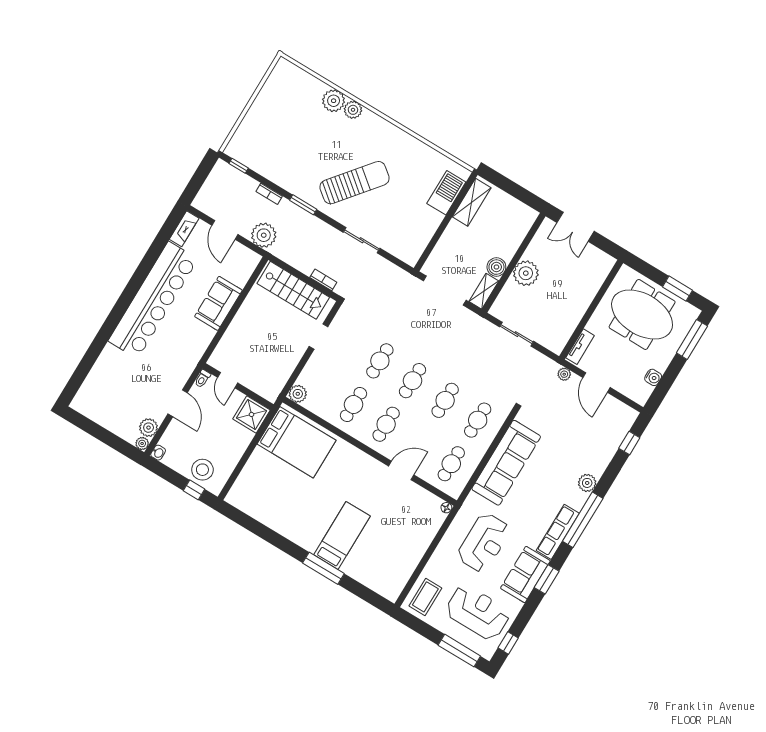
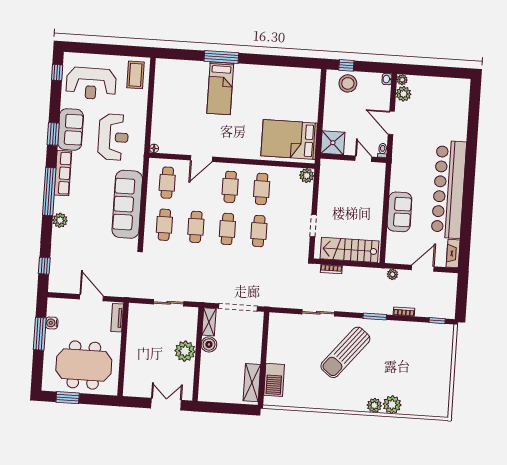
door: (225, 230) -> (423, 268), hinge flipped
plant: (264, 235) -> (392, 274), width x0.53, depth x0.53
window: (692, 339) -> (40, 334), moved
plant: (564, 374) -> (118, 291), removed
reception desk: (484, 543) -> (113, 137), turned 180
window: (459, 651) -> (90, 48), removed

